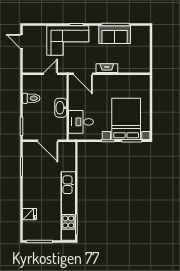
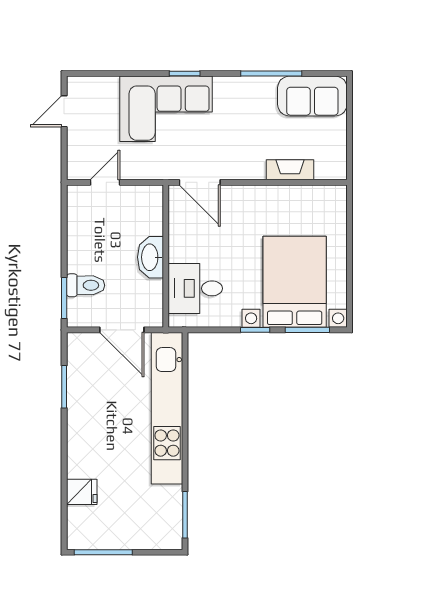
sofa: (115, 35) -> (312, 96), moved
door: (22, 41) -> (64, 111), hinge flipped
fireplace: (107, 68) -> (290, 170), moved
door: (51, 74) -> (105, 182), moved
toilet: (31, 98) -> (86, 285), moved
kitchen unit: (68, 206) -> (167, 408), moved

